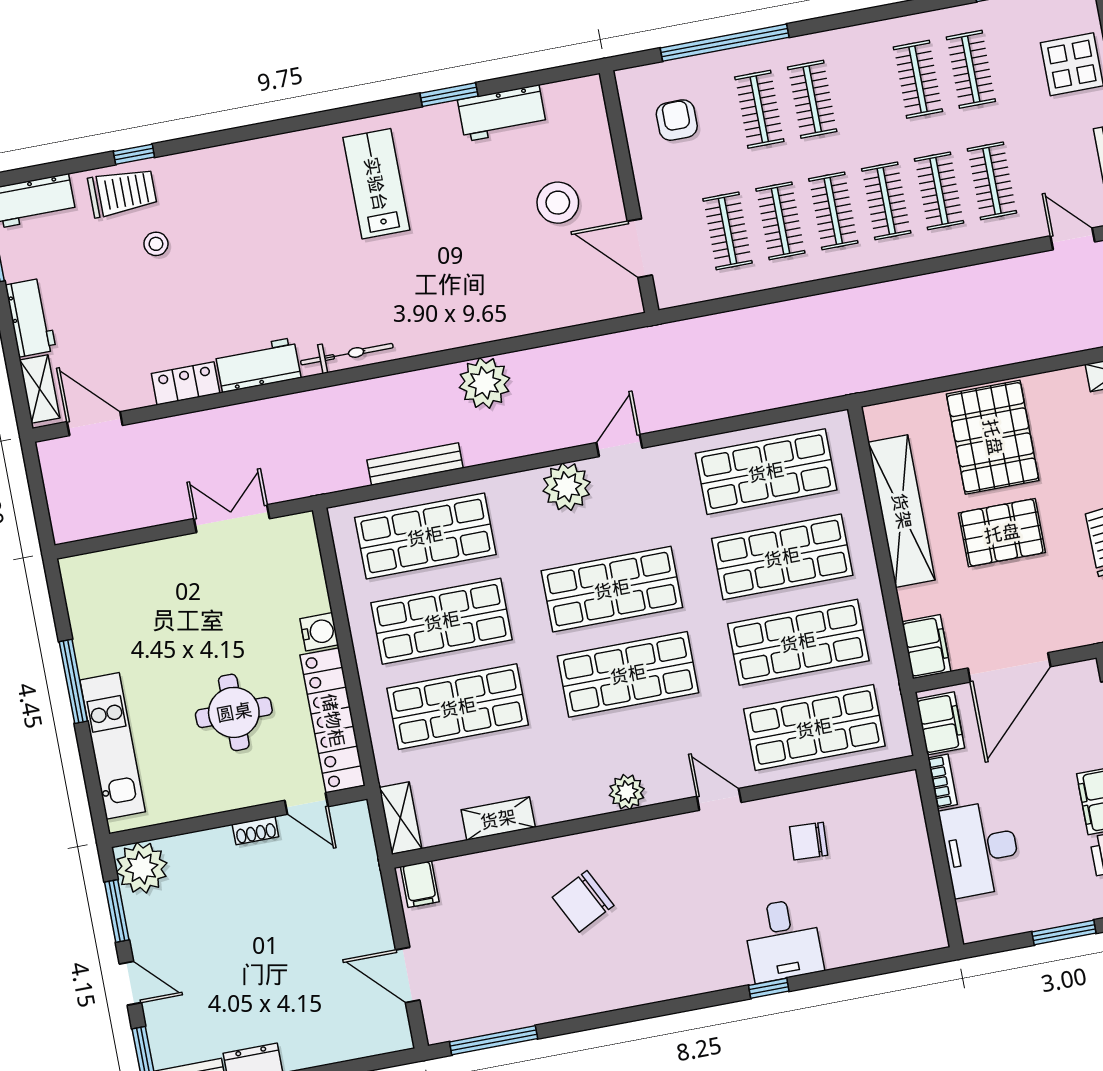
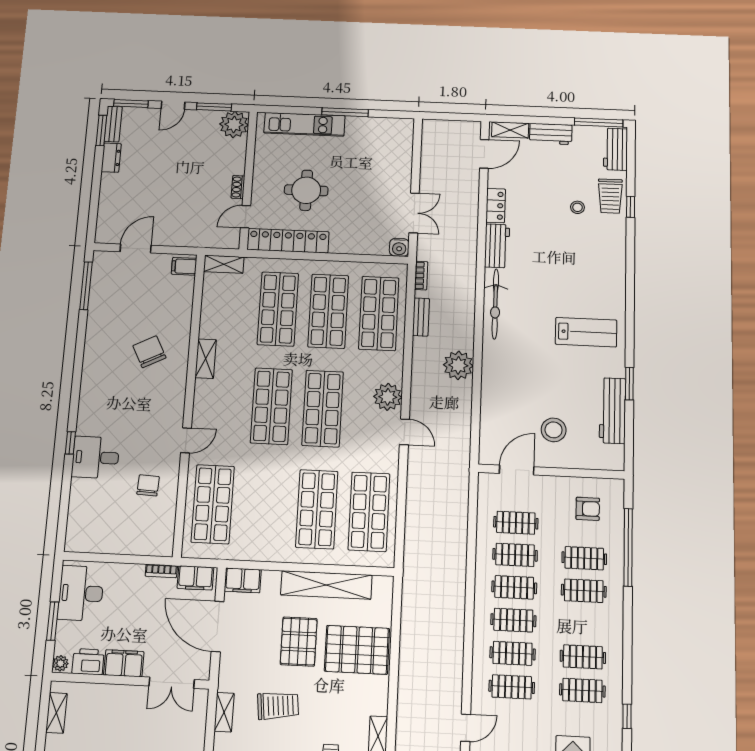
workbench: (502, 113) -> (612, 411), width x1.38
bicycle: (347, 354) -> (495, 304), width x1.37, depth x1.40
bench: (415, 464) -> (421, 317), width x0.73
bookcase: (342, 481) -> (421, 276), added
water cooler: (319, 632) -> (399, 247), moved
shop shelf: (798, 642) -> (265, 507), removed
plant: (627, 792) -> (205, 390), removed
shelving: (498, 819) -> (206, 359), moved
desk: (981, 849) -> (81, 593), moved, turned -90

